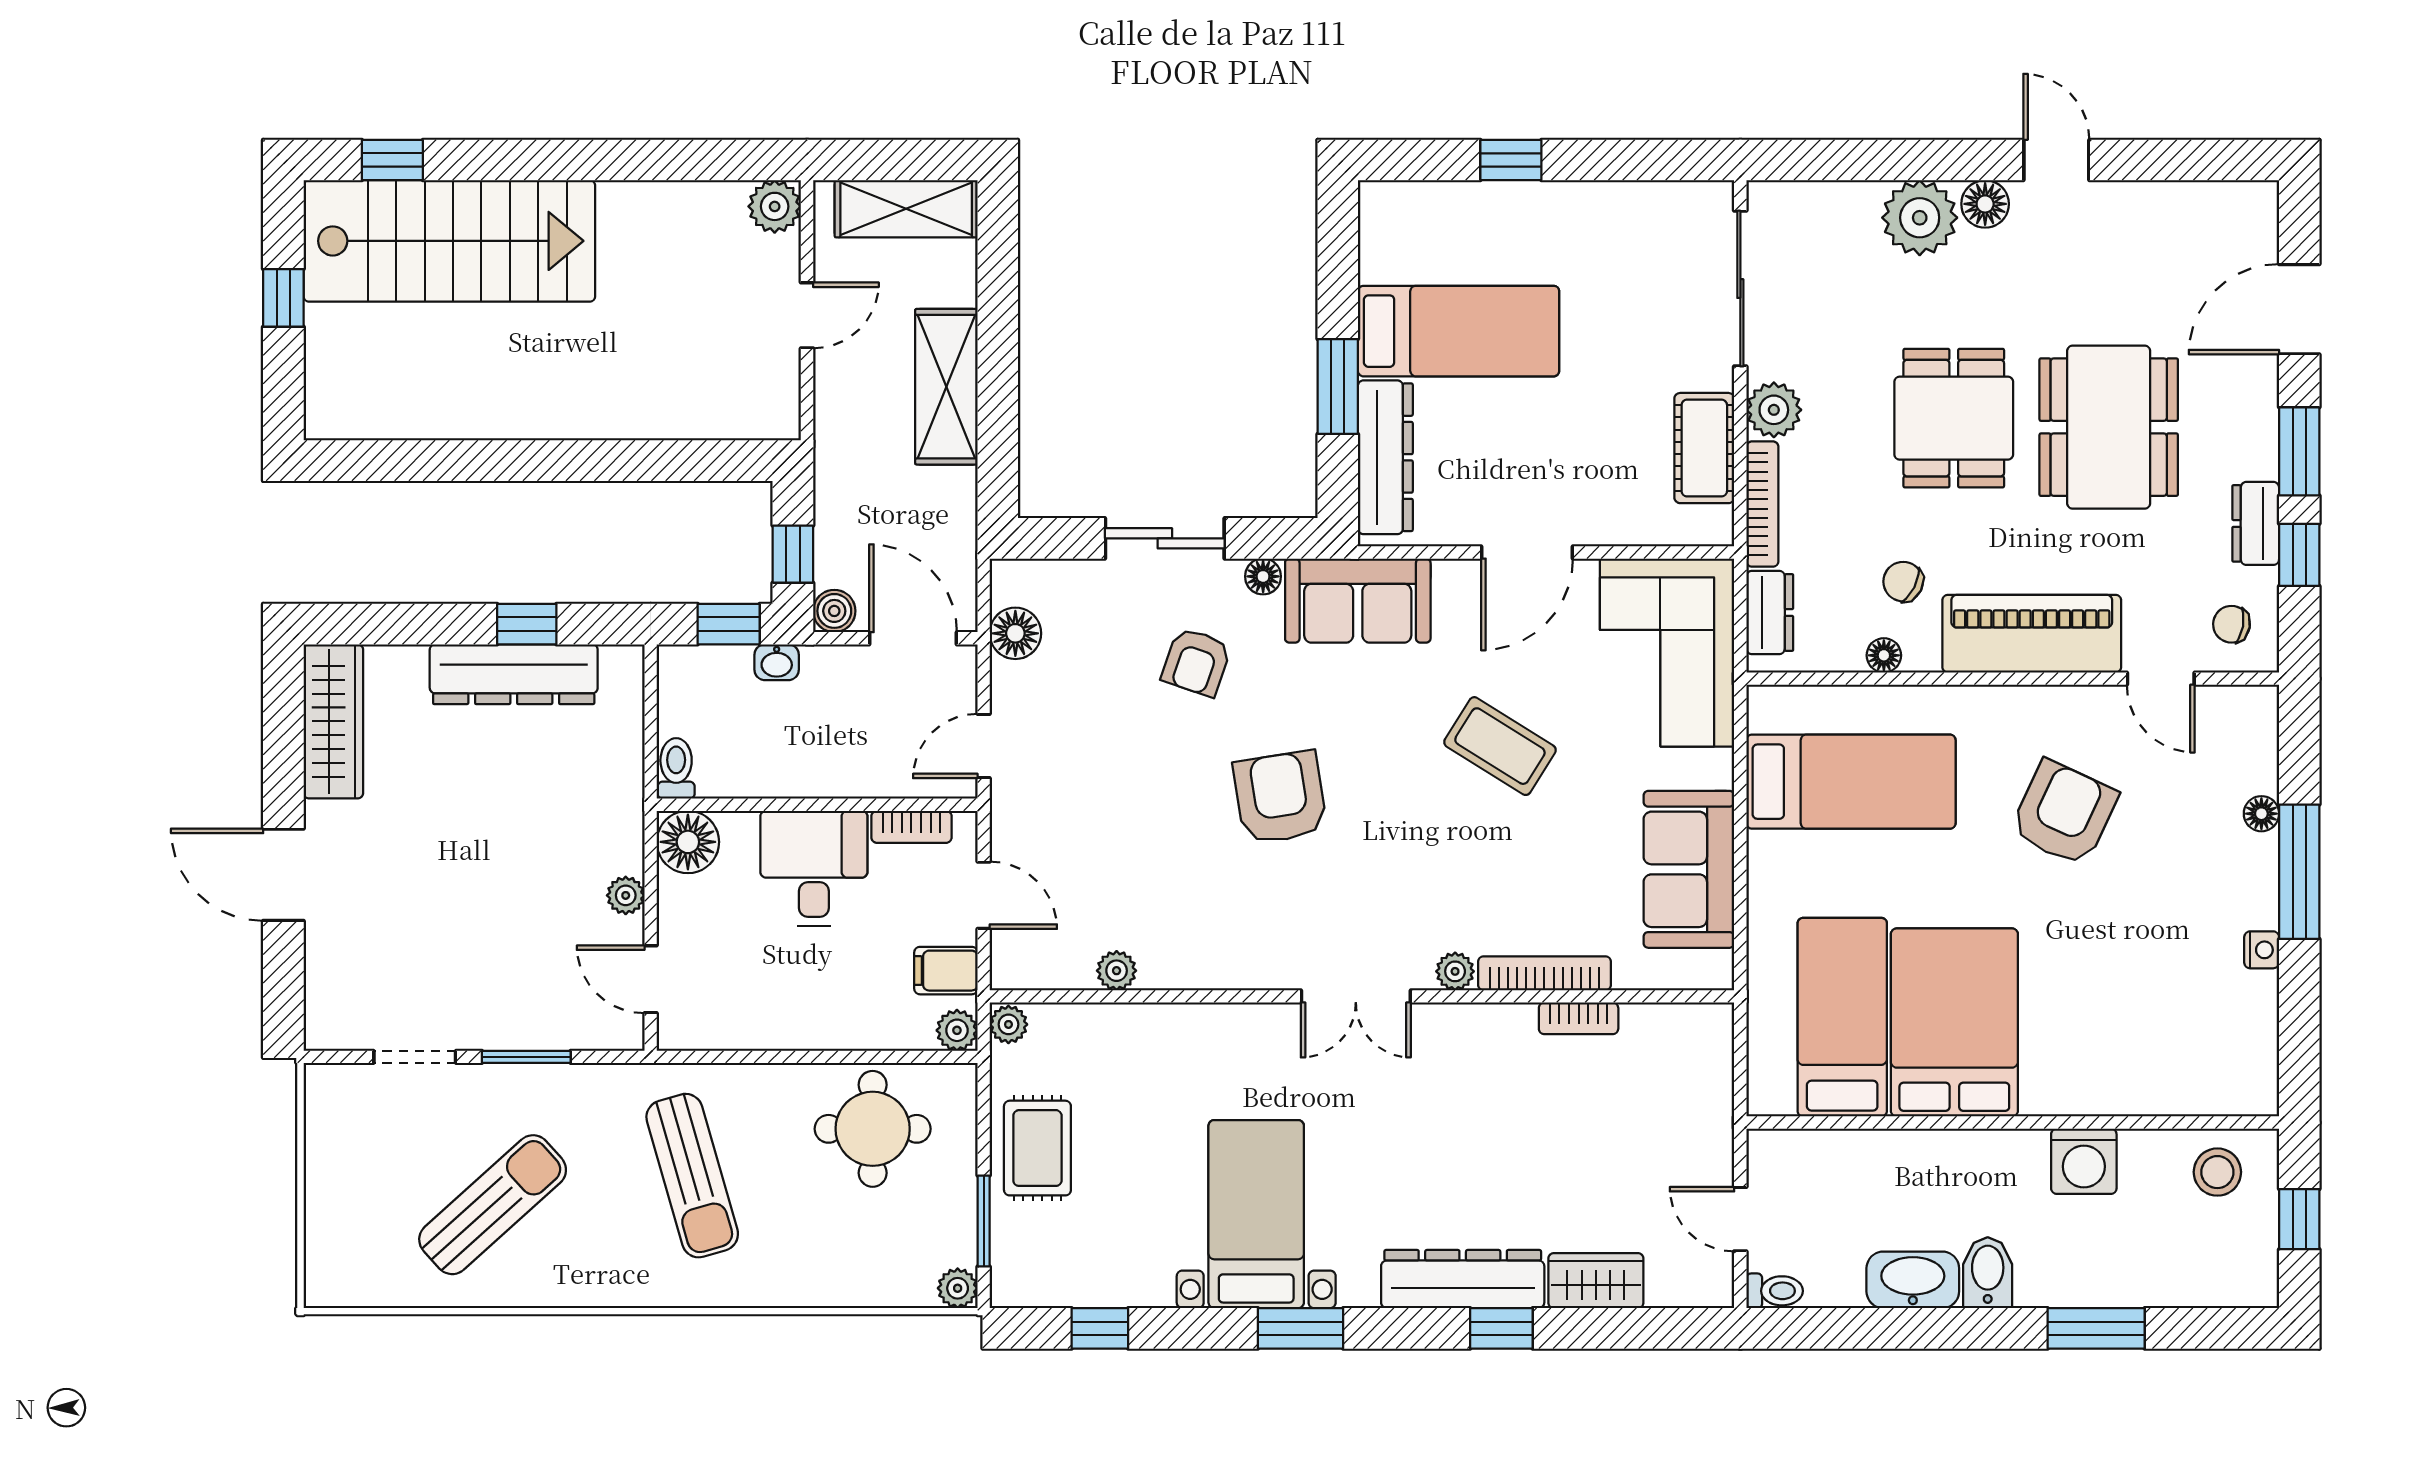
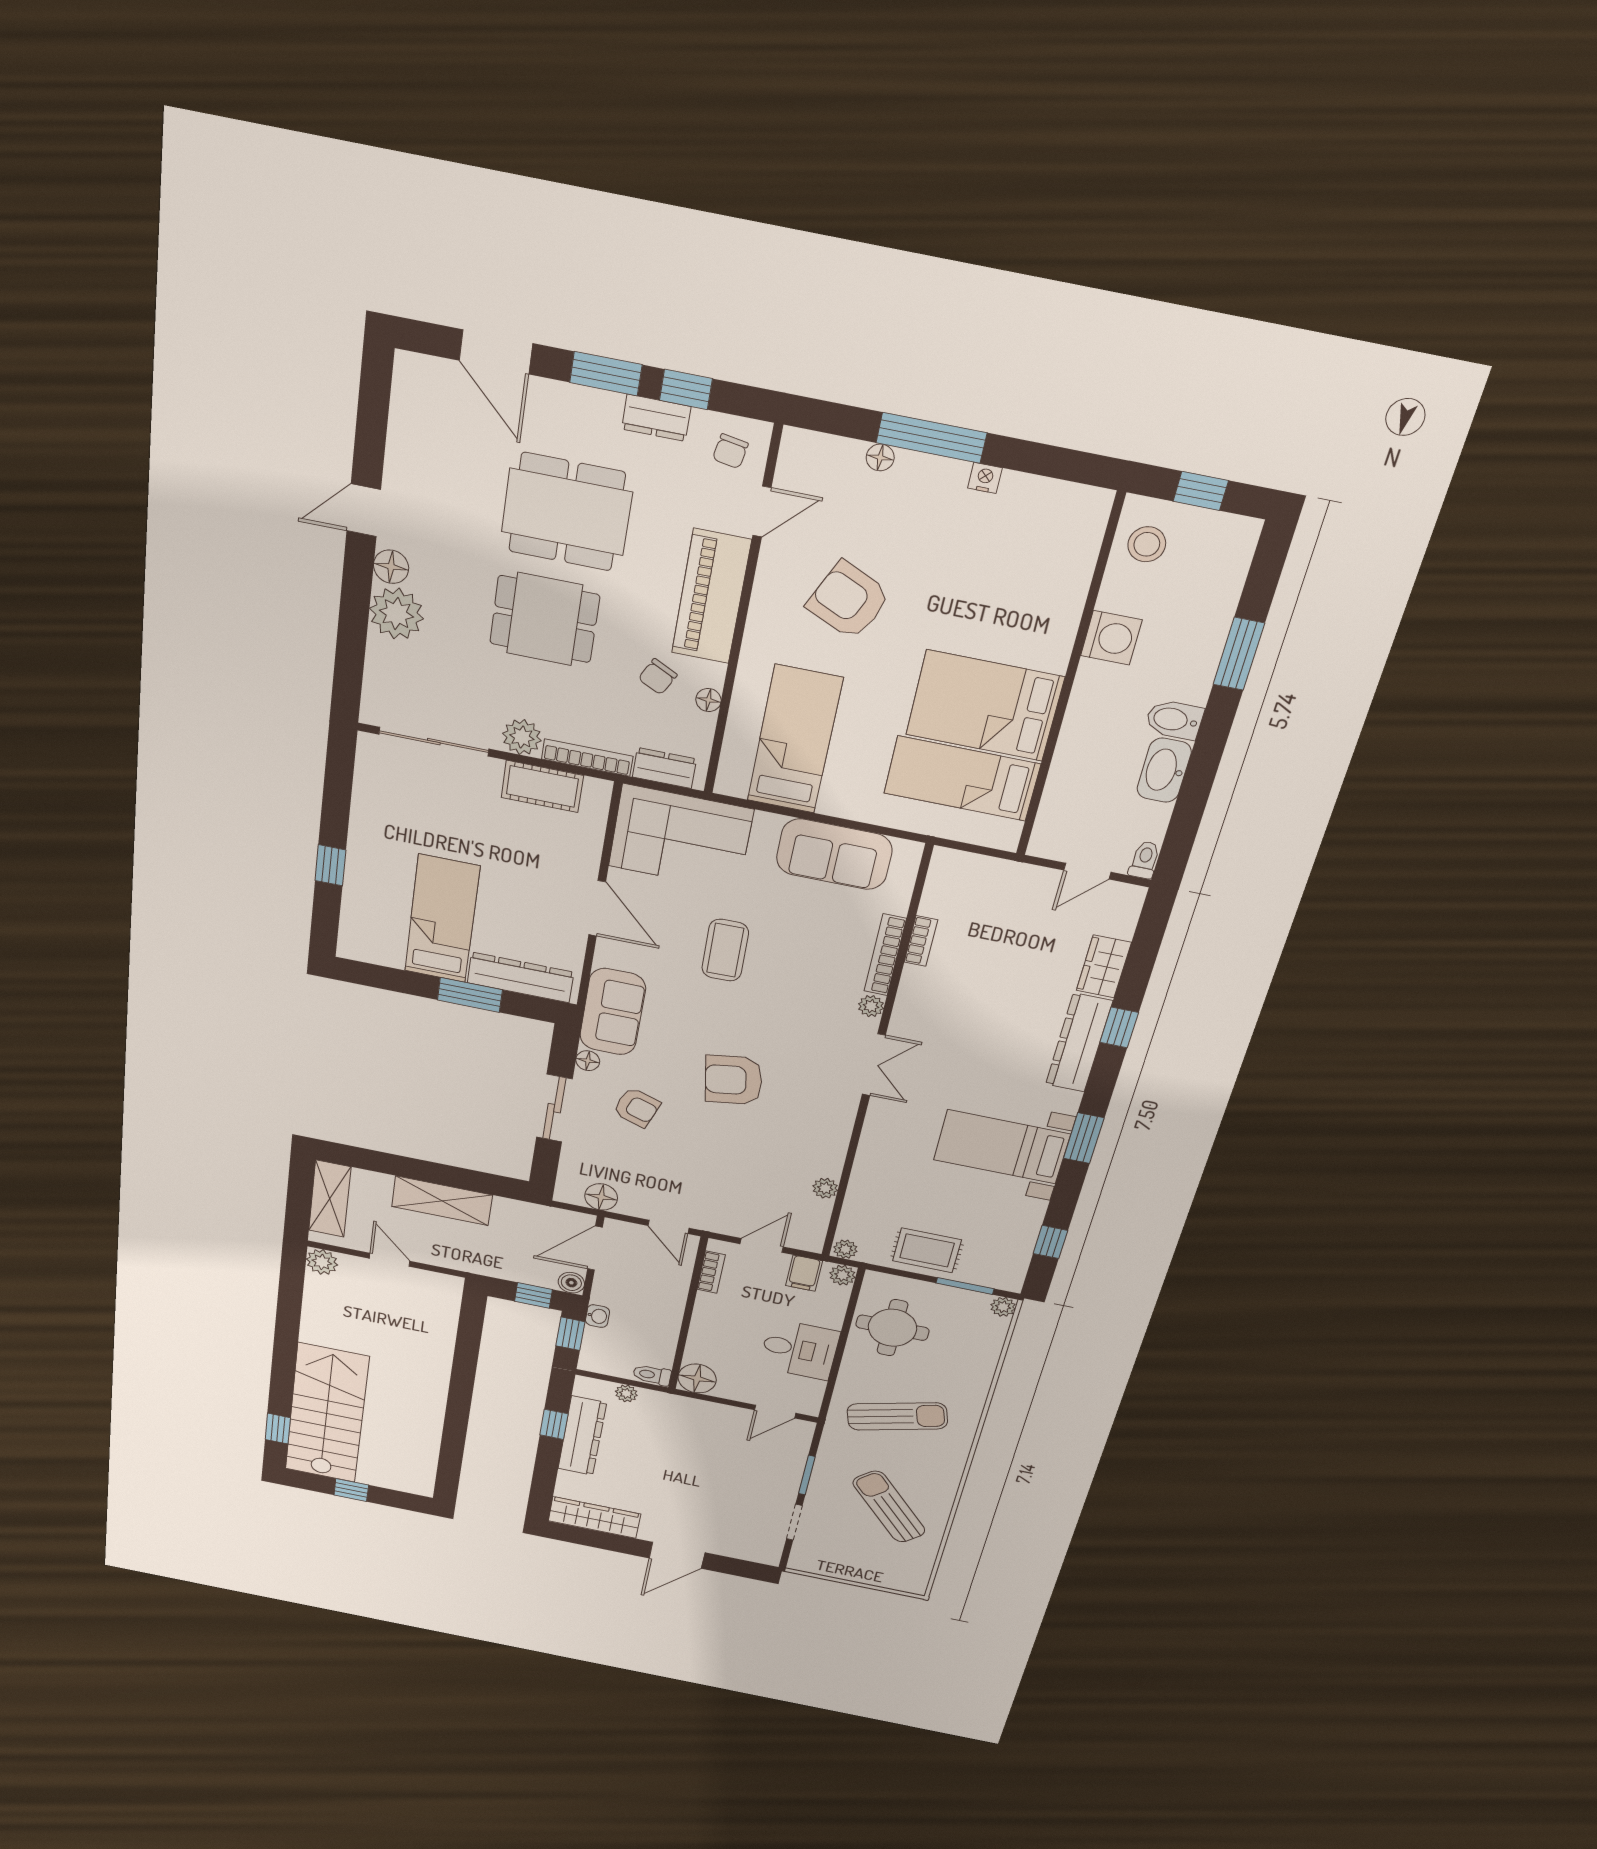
coffee table: (1500, 746) -> (725, 950), turned -33
desk: (814, 868) -> (799, 1349), moved, turned 180
plant: (626, 895) -> (626, 1393), moved

